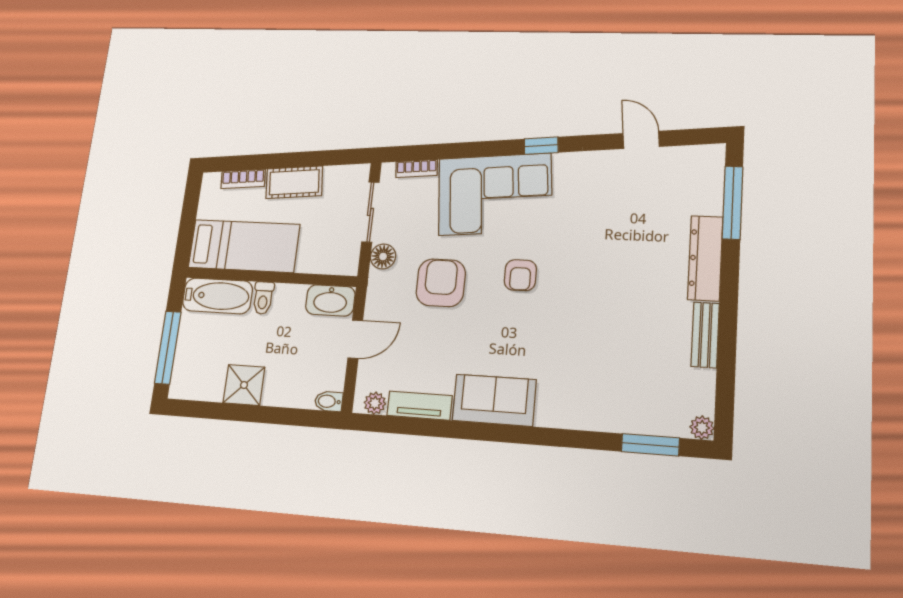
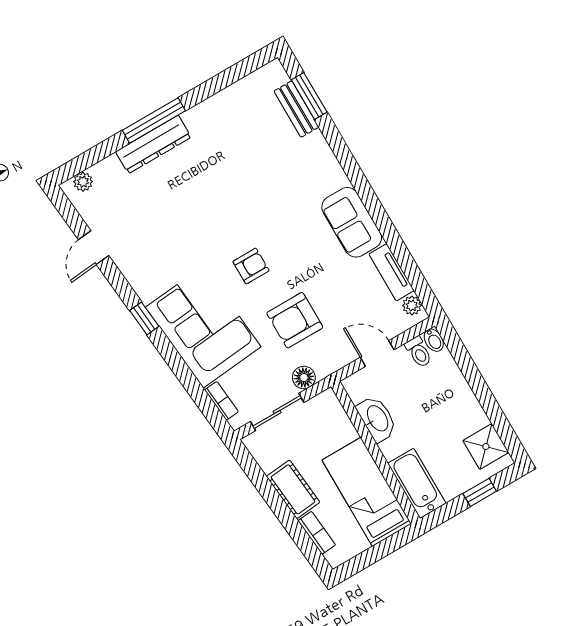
window: (733, 203) -> (154, 121), moved
toilet: (263, 298) -> (419, 352), moved, turned 90
washbasin: (330, 300) -> (377, 419), moved
bench: (705, 335) -> (296, 109), moved, turned 90
window: (168, 348) -> (480, 492), width x0.46
shower: (244, 385) -> (486, 447), moved
plant: (702, 428) -> (83, 182), moved

